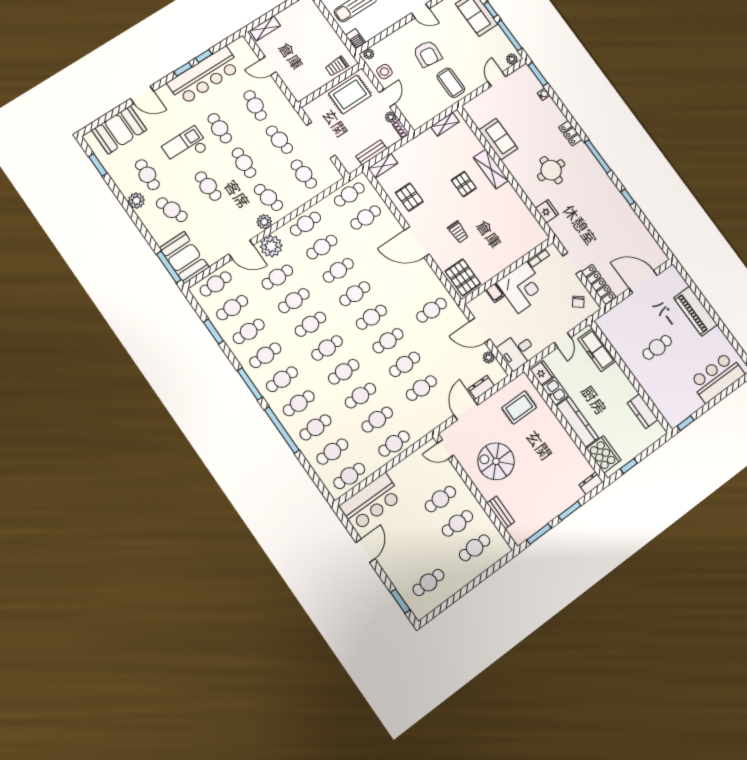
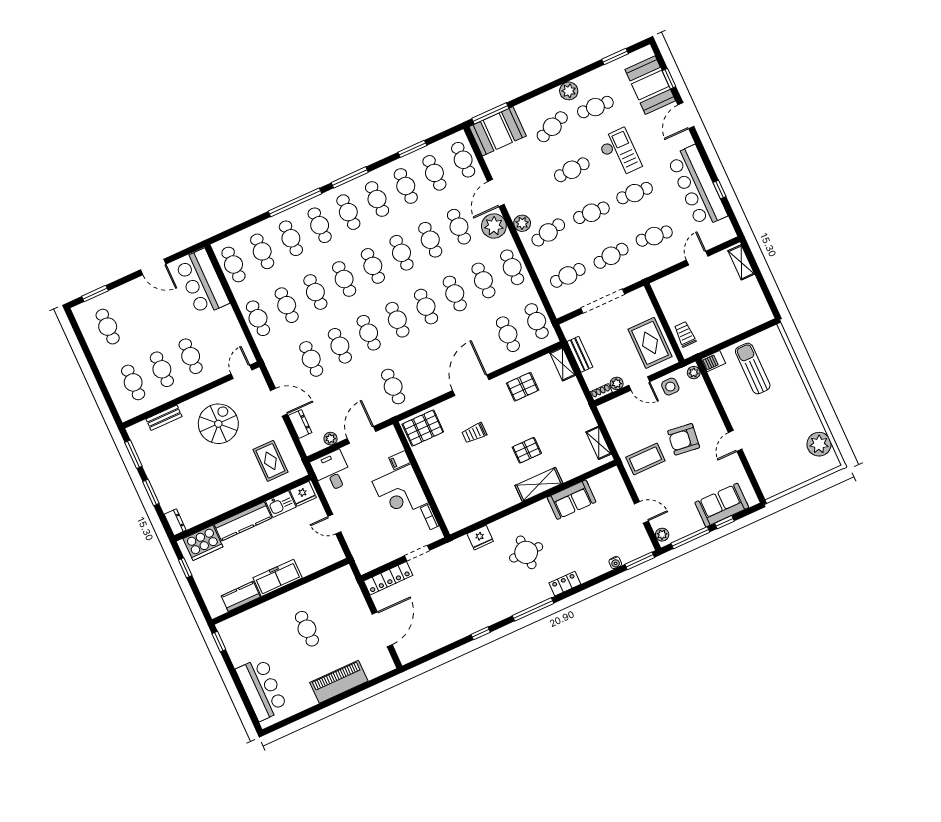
window: (183, 69) -> (669, 79), moved
chair: (578, 302) -> (373, 551), removed
freezer: (597, 350) -> (278, 578), moved

